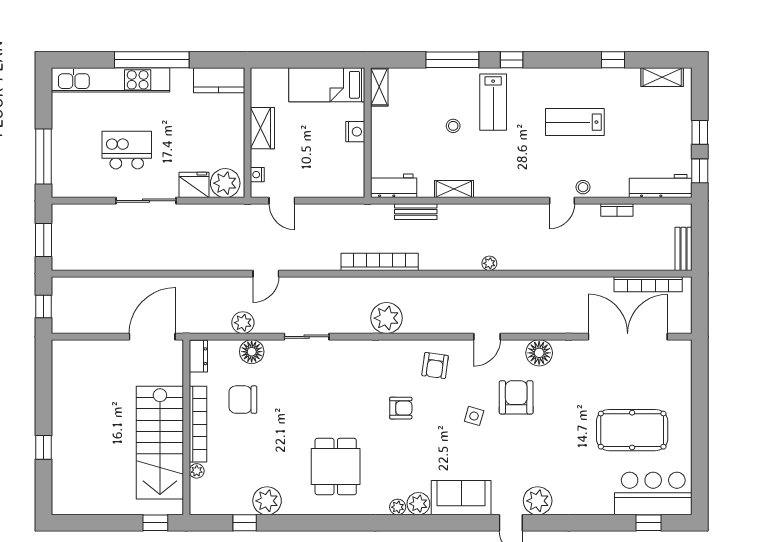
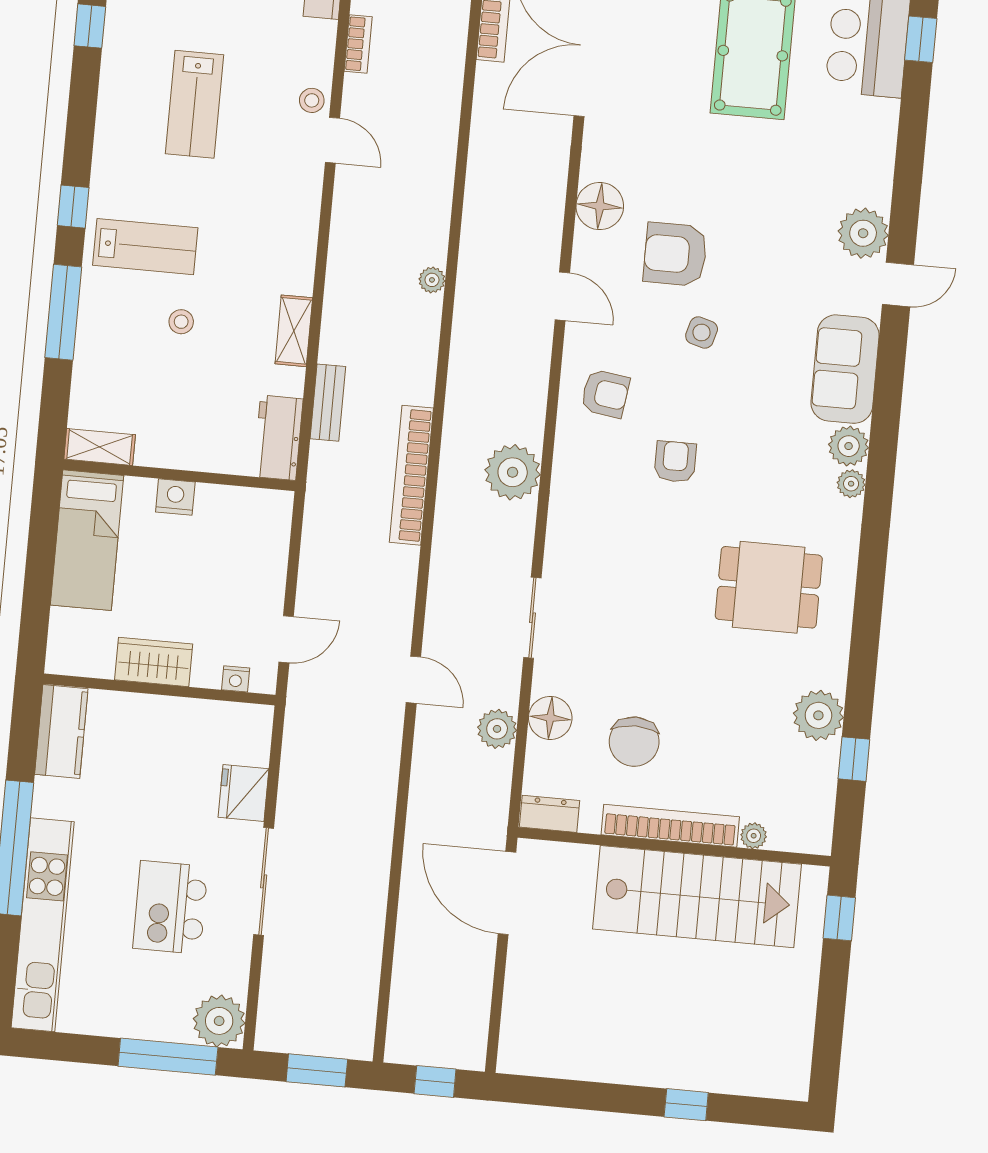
plant: (225, 183) -> (219, 1021), moved

